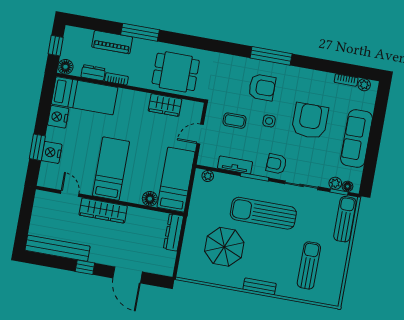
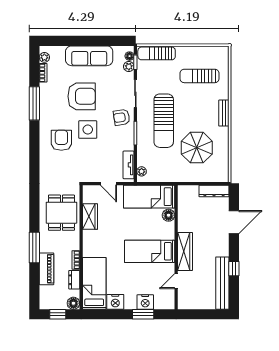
window: (271, 56) -> (34, 103), moved
coffee table: (235, 121) -> (92, 158), removed
side table: (269, 121) -> (88, 130), width x1.87, depth x1.87
armchair: (310, 121) -> (82, 96), turned 180
armchair: (276, 164) -> (122, 117), turned 79
tv unit: (235, 165) -> (129, 165), moved
dresser: (173, 232) -> (214, 191), moved
window: (85, 267) -> (234, 269), moved

